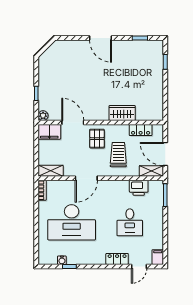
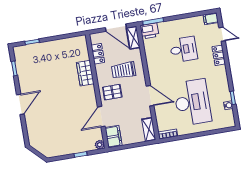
door: (165, 154) -> (116, 28), hinge flipped
printer: (139, 188) -> (149, 31), moved, turned 90

